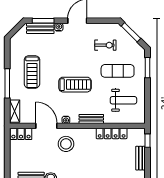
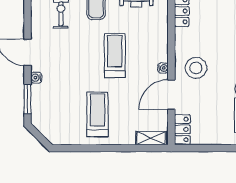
bench: (40, 28) -> (38, 103), removed
treadmill: (32, 72) -> (97, 114), turned -90
window: (7, 83) -> (113, 148), removed
bench: (91, 119) -> (162, 33), removed

